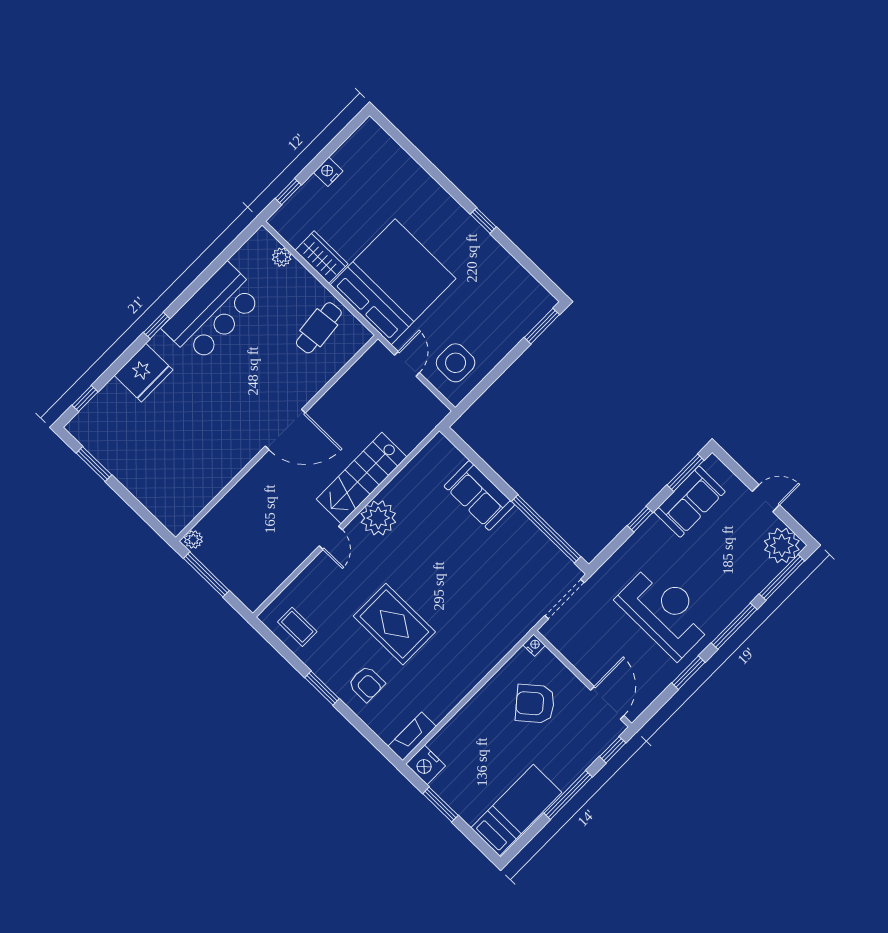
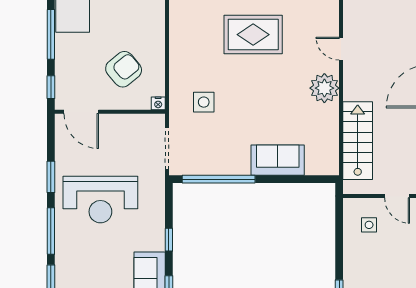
side table: (456, 363) -> (369, 225), width x0.54, depth x0.54
stairs: (361, 478) -> (358, 141), moved
side table: (494, 608) -> (204, 102), added

